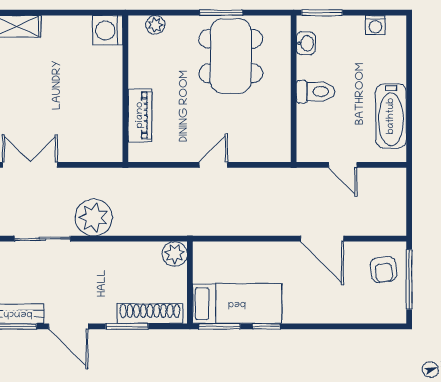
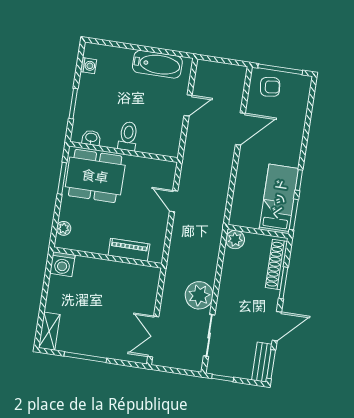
washbasin: (306, 43) -> (91, 138), moved
wall: (294, 89) -> (124, 152), moved
toilet: (315, 92) -> (128, 136), moved

